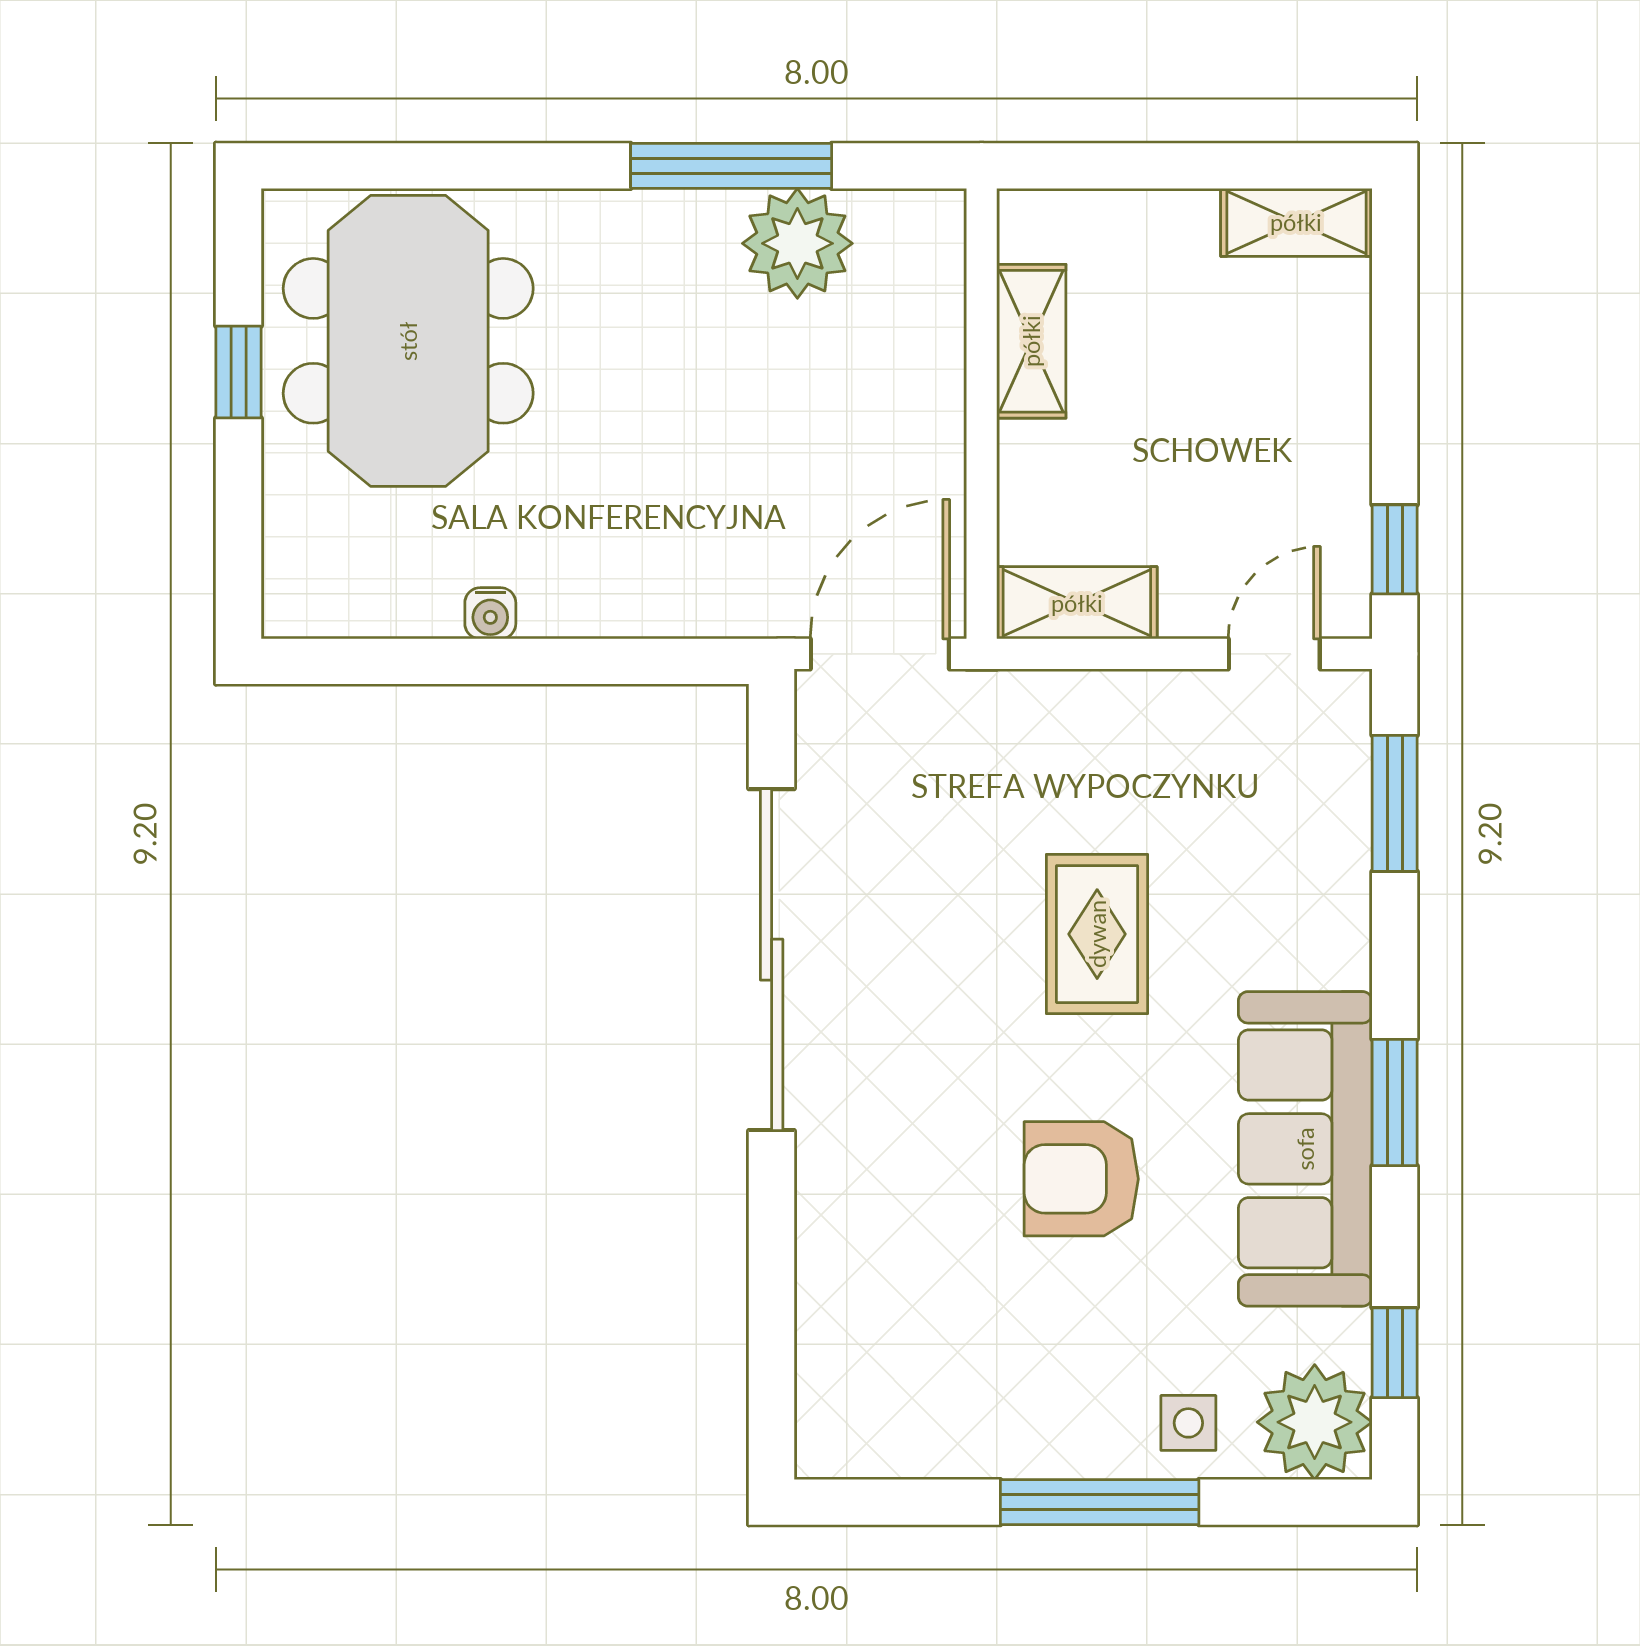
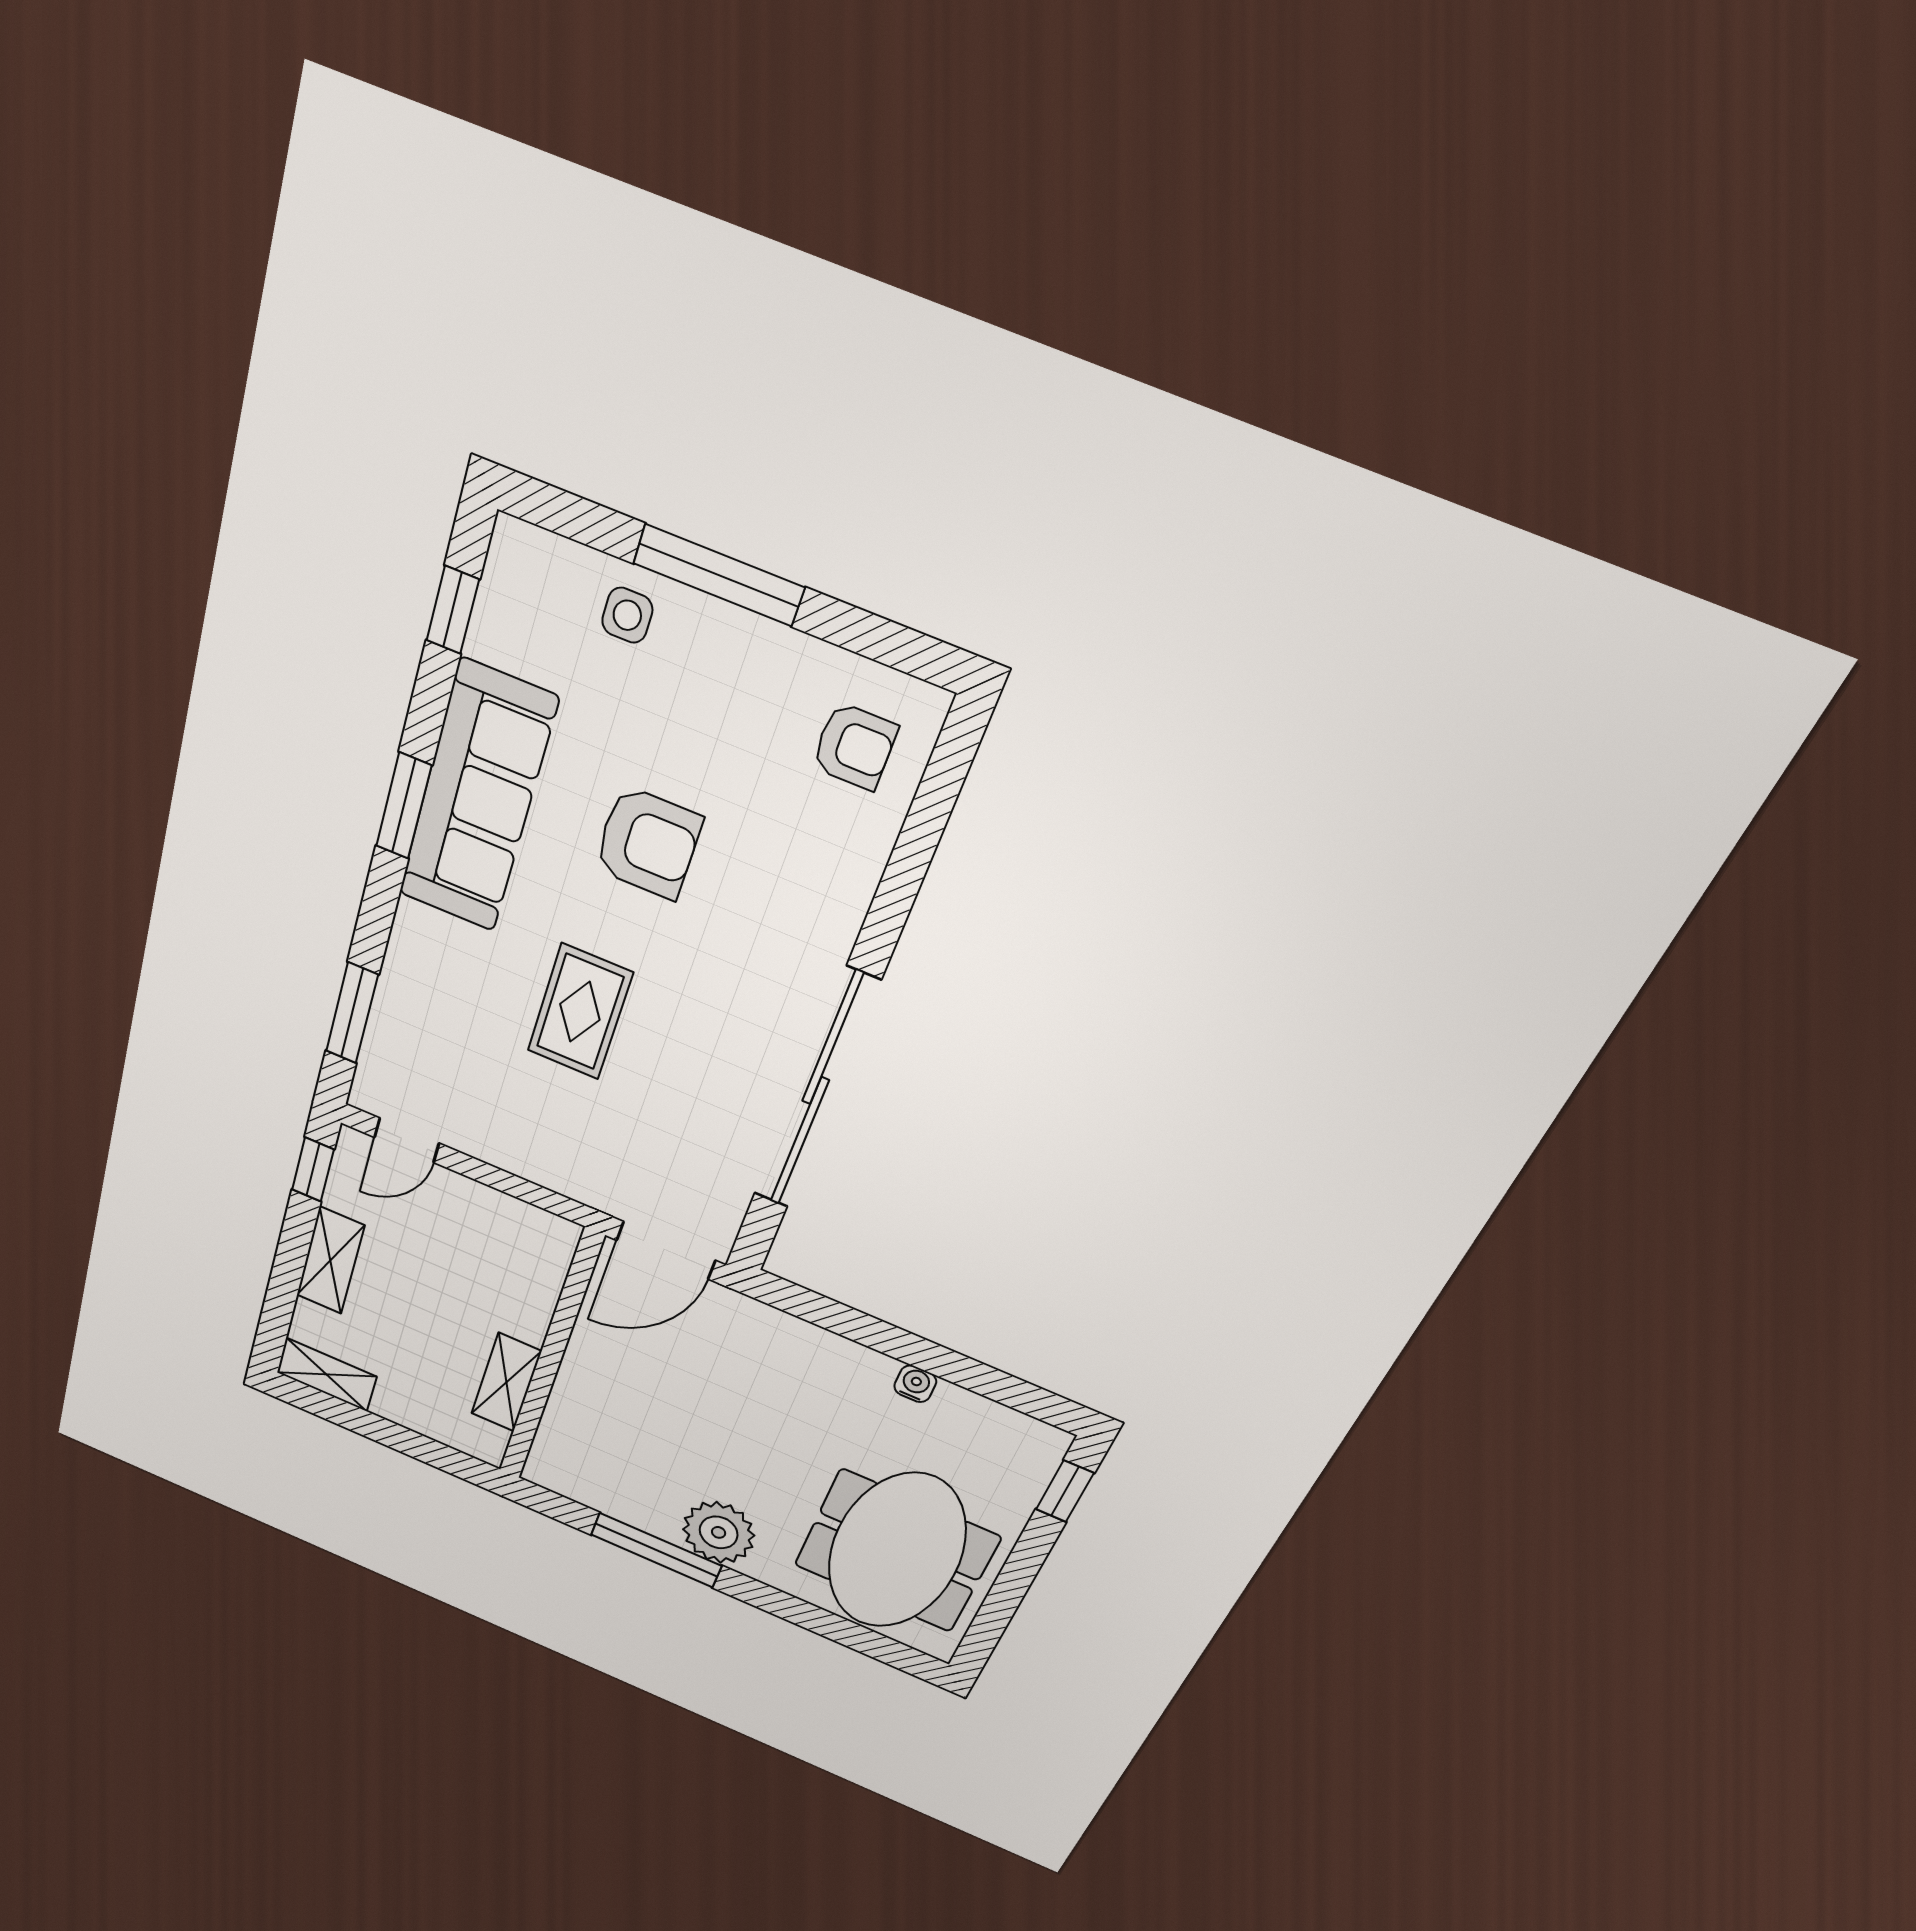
plant: (797, 243) -> (719, 1532), moved
window: (239, 372) -> (1065, 1491), moved
shelving: (1077, 603) -> (330, 1261), moved, turned 90
armchair: (883, 1381) -> (854, 746), added
plant: (1315, 1422) -> (529, 577), removed

